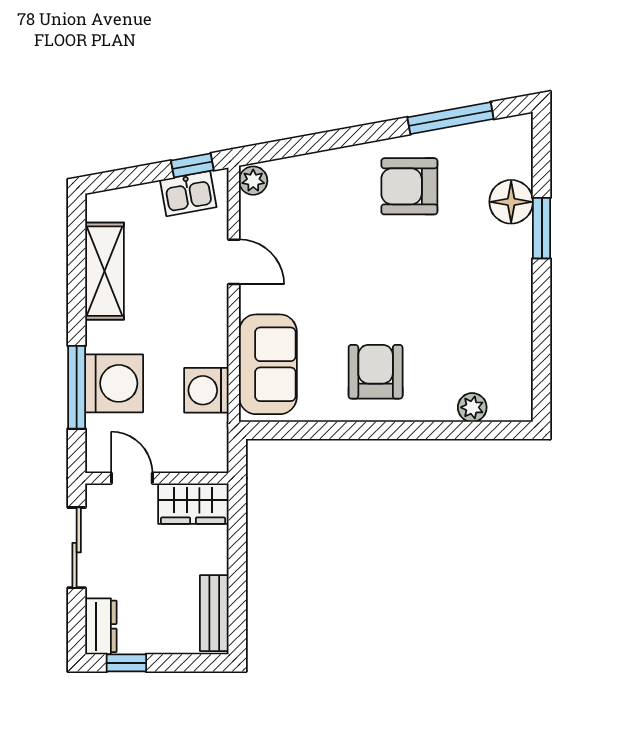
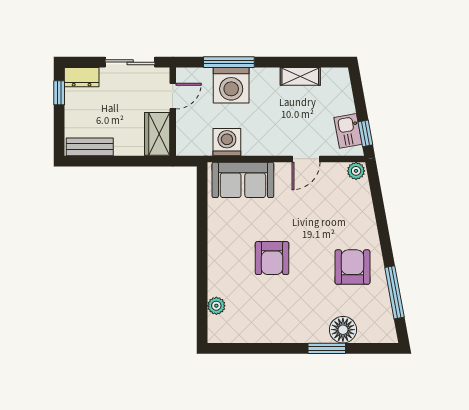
shelving: (105, 271) -> (300, 76), width x0.67, depth x0.75
armchair: (376, 372) -> (272, 258), moved, turned 90

